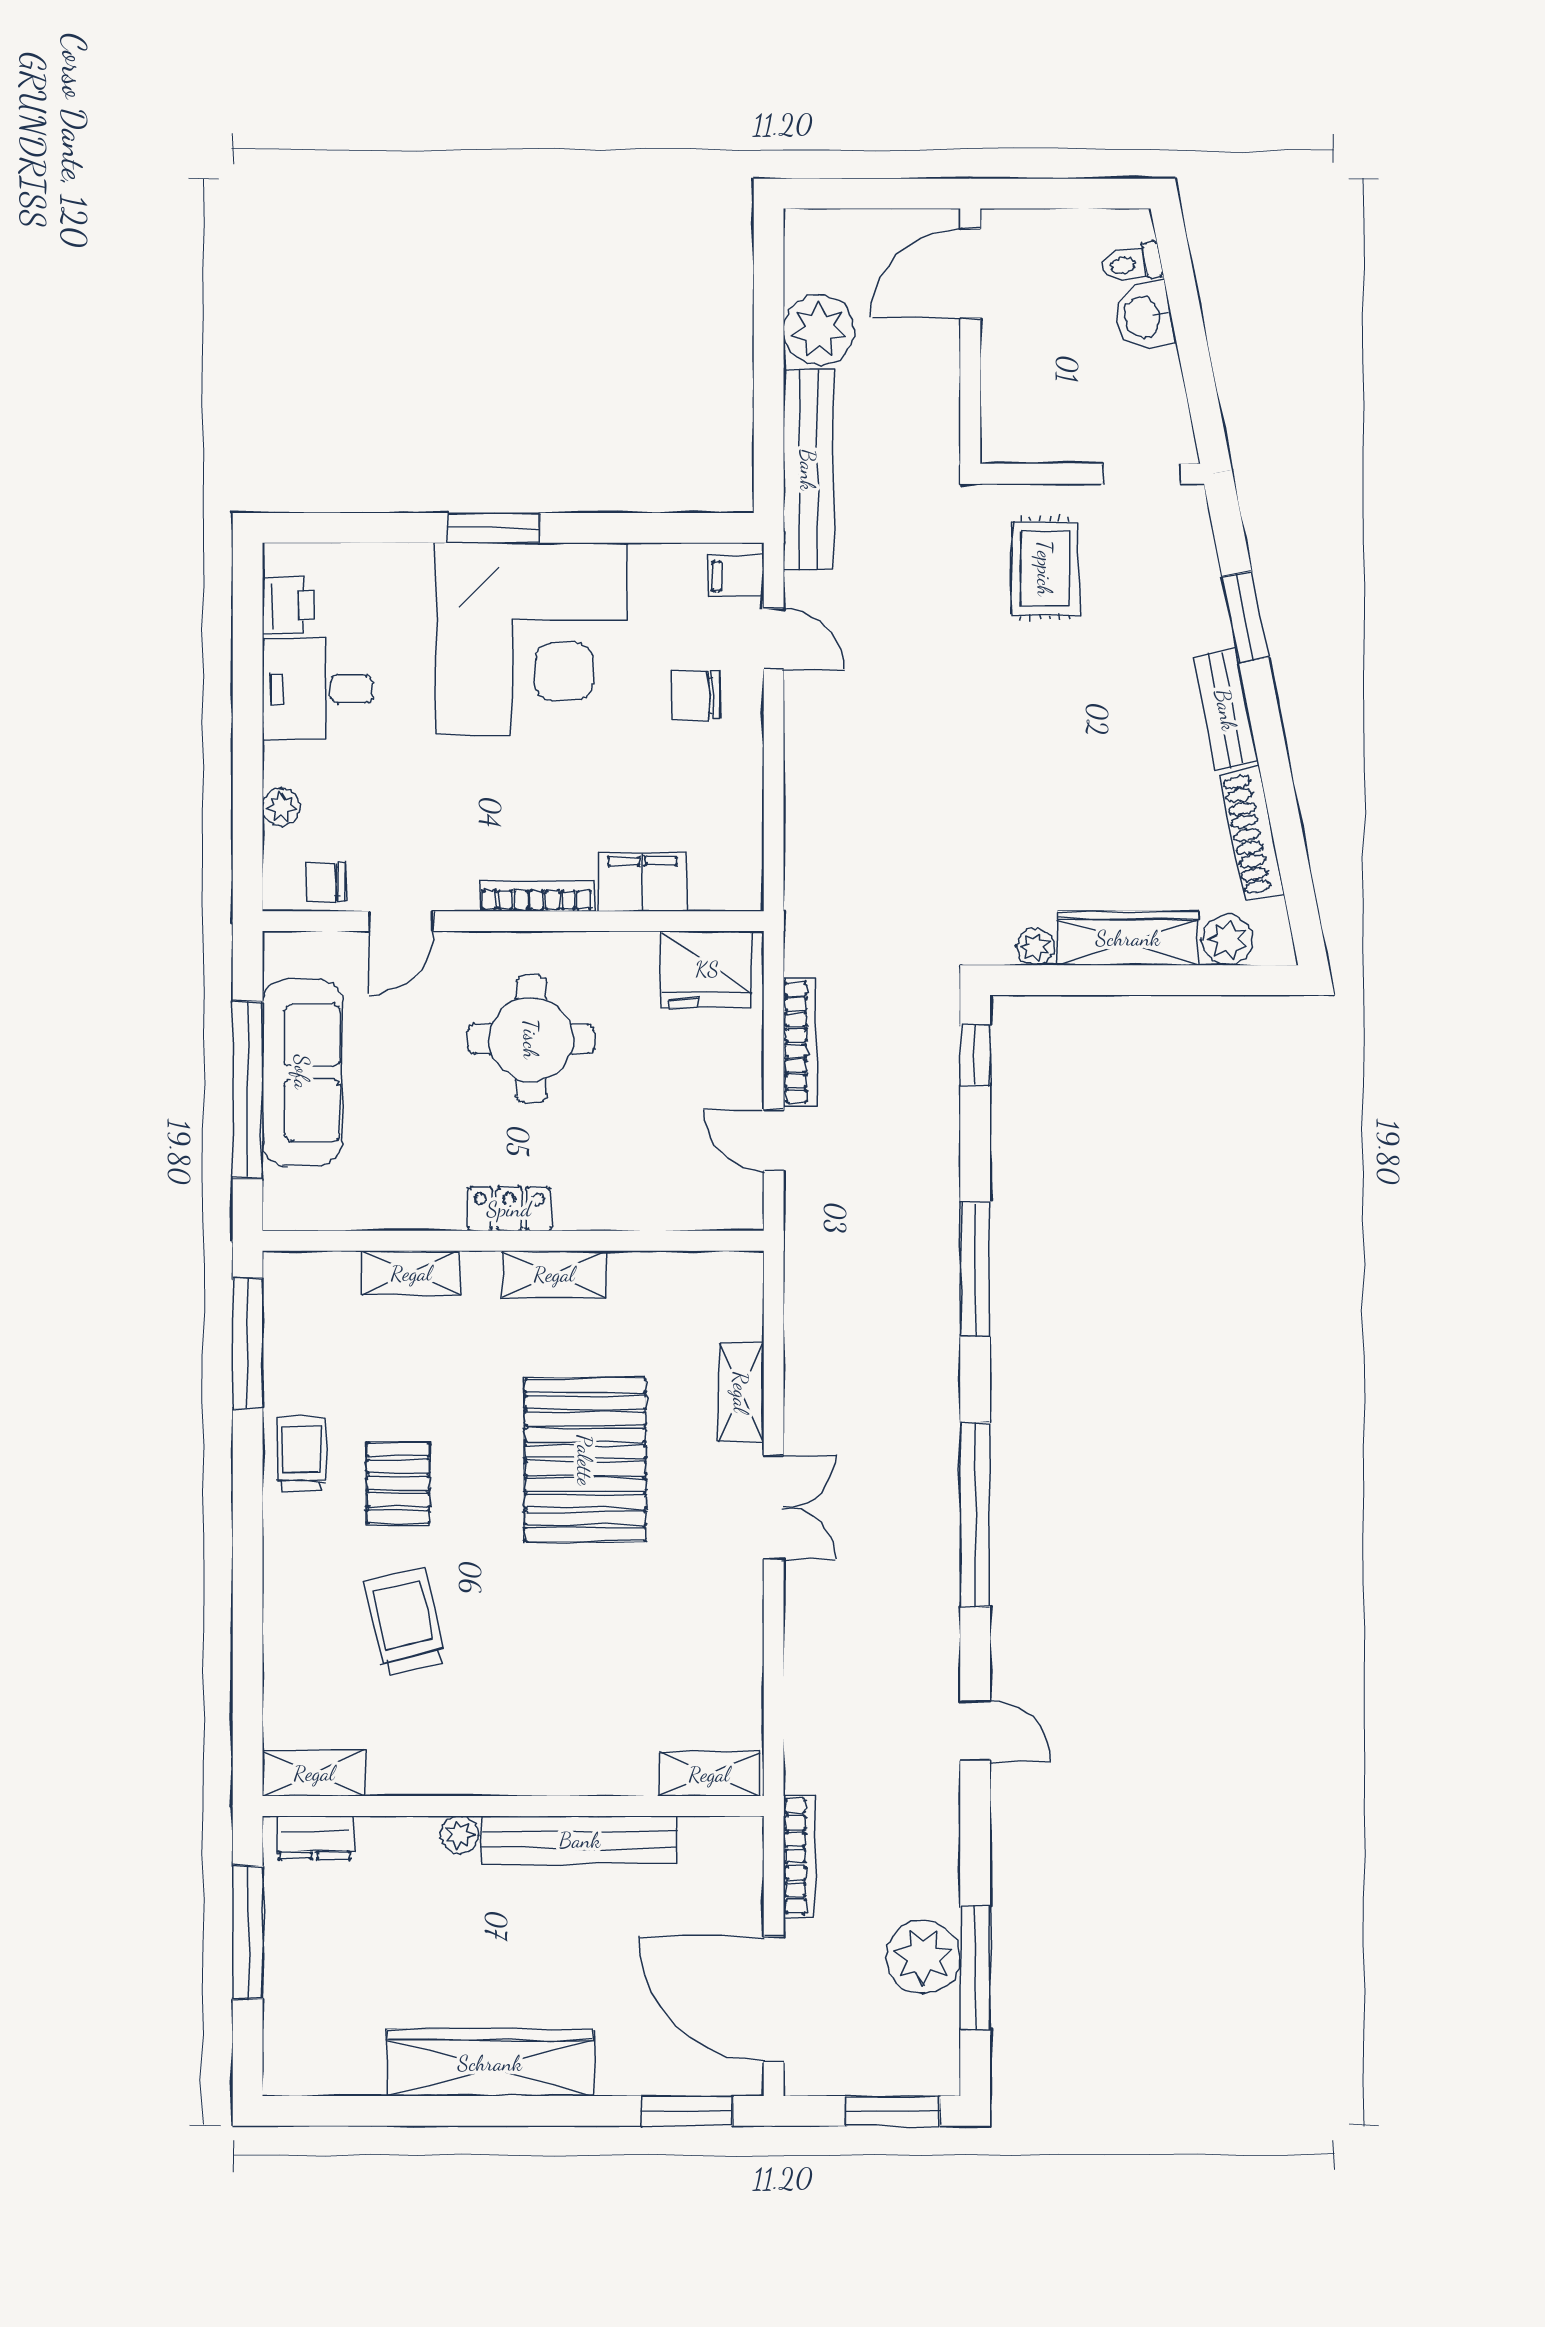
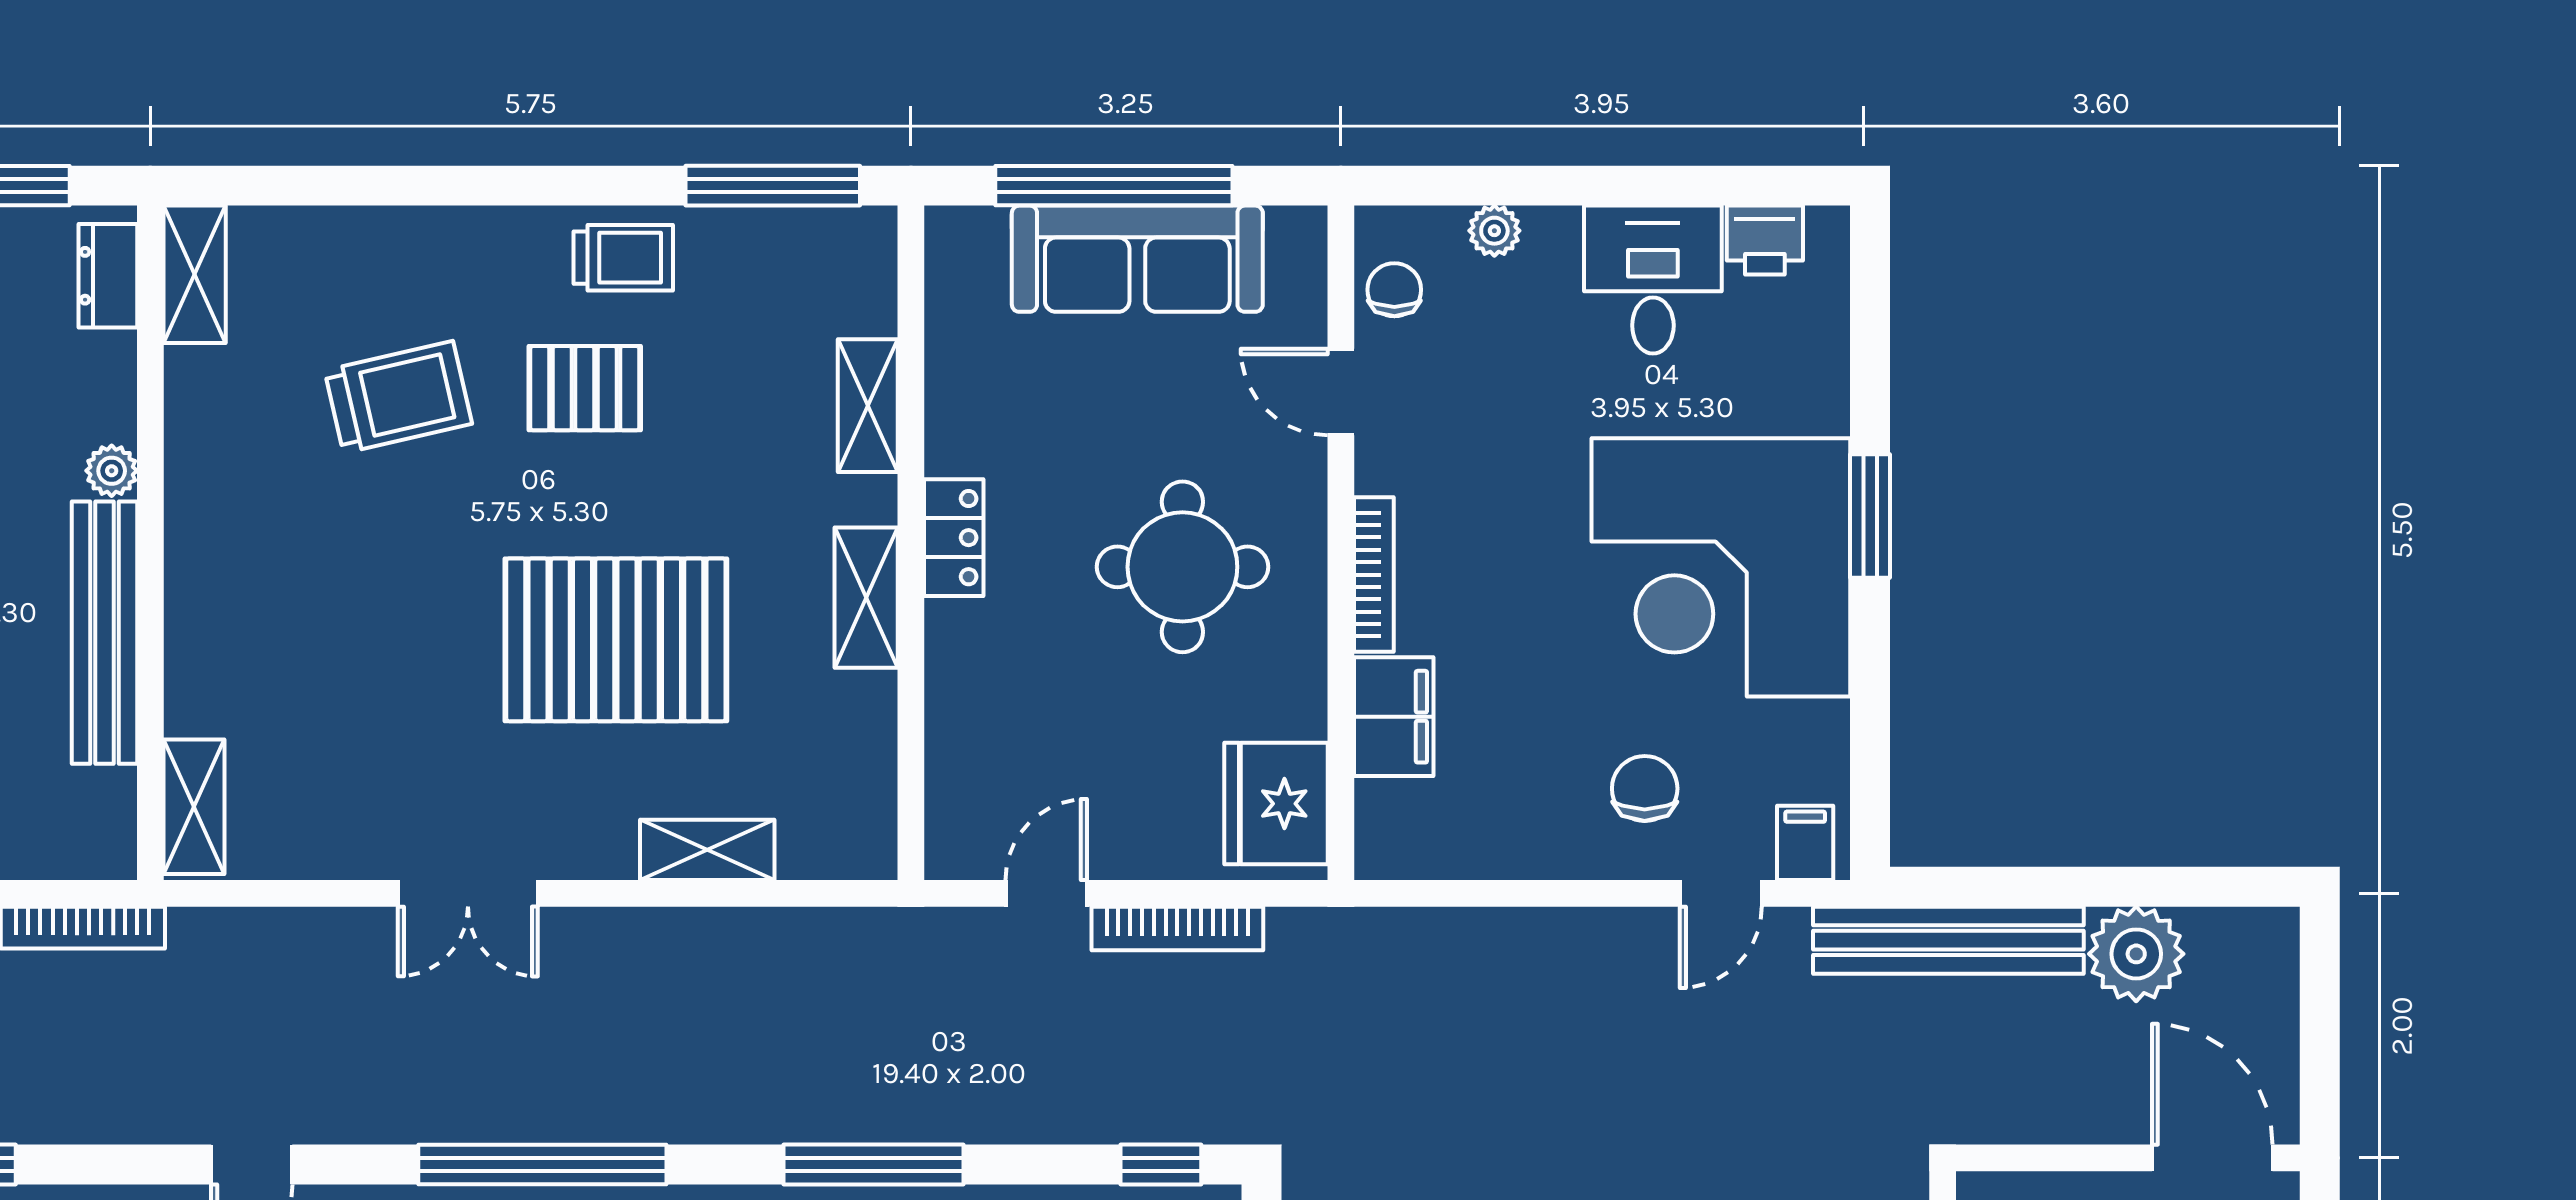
double door: (774, 1507) -> (468, 893), moved

